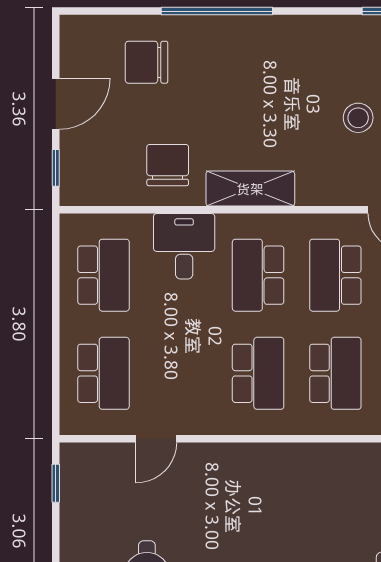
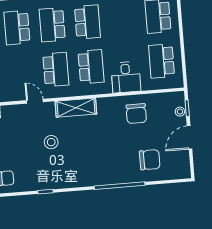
stool: (72, 162) -> (180, 112), added
shelving: (250, 189) -> (76, 108), moved
school desk: (258, 373) -> (87, 22), turned 180

